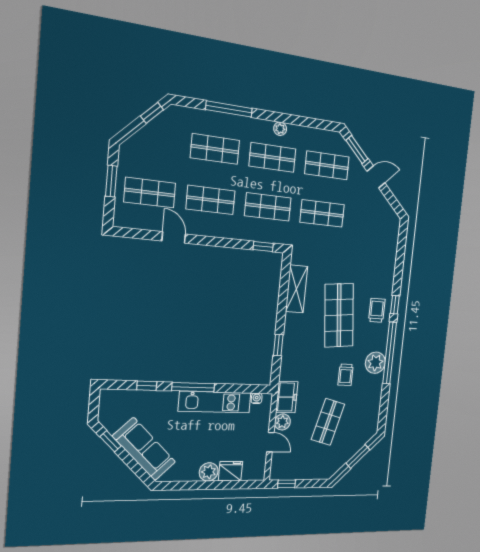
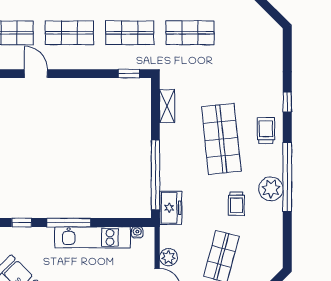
shelving: (296, 289) -> (167, 106), width x0.67, depth x0.75
window: (395, 305) -> (287, 102), moved
window: (278, 345) -> (155, 175), width x3.17
freezer: (287, 397) -> (171, 208), moved

